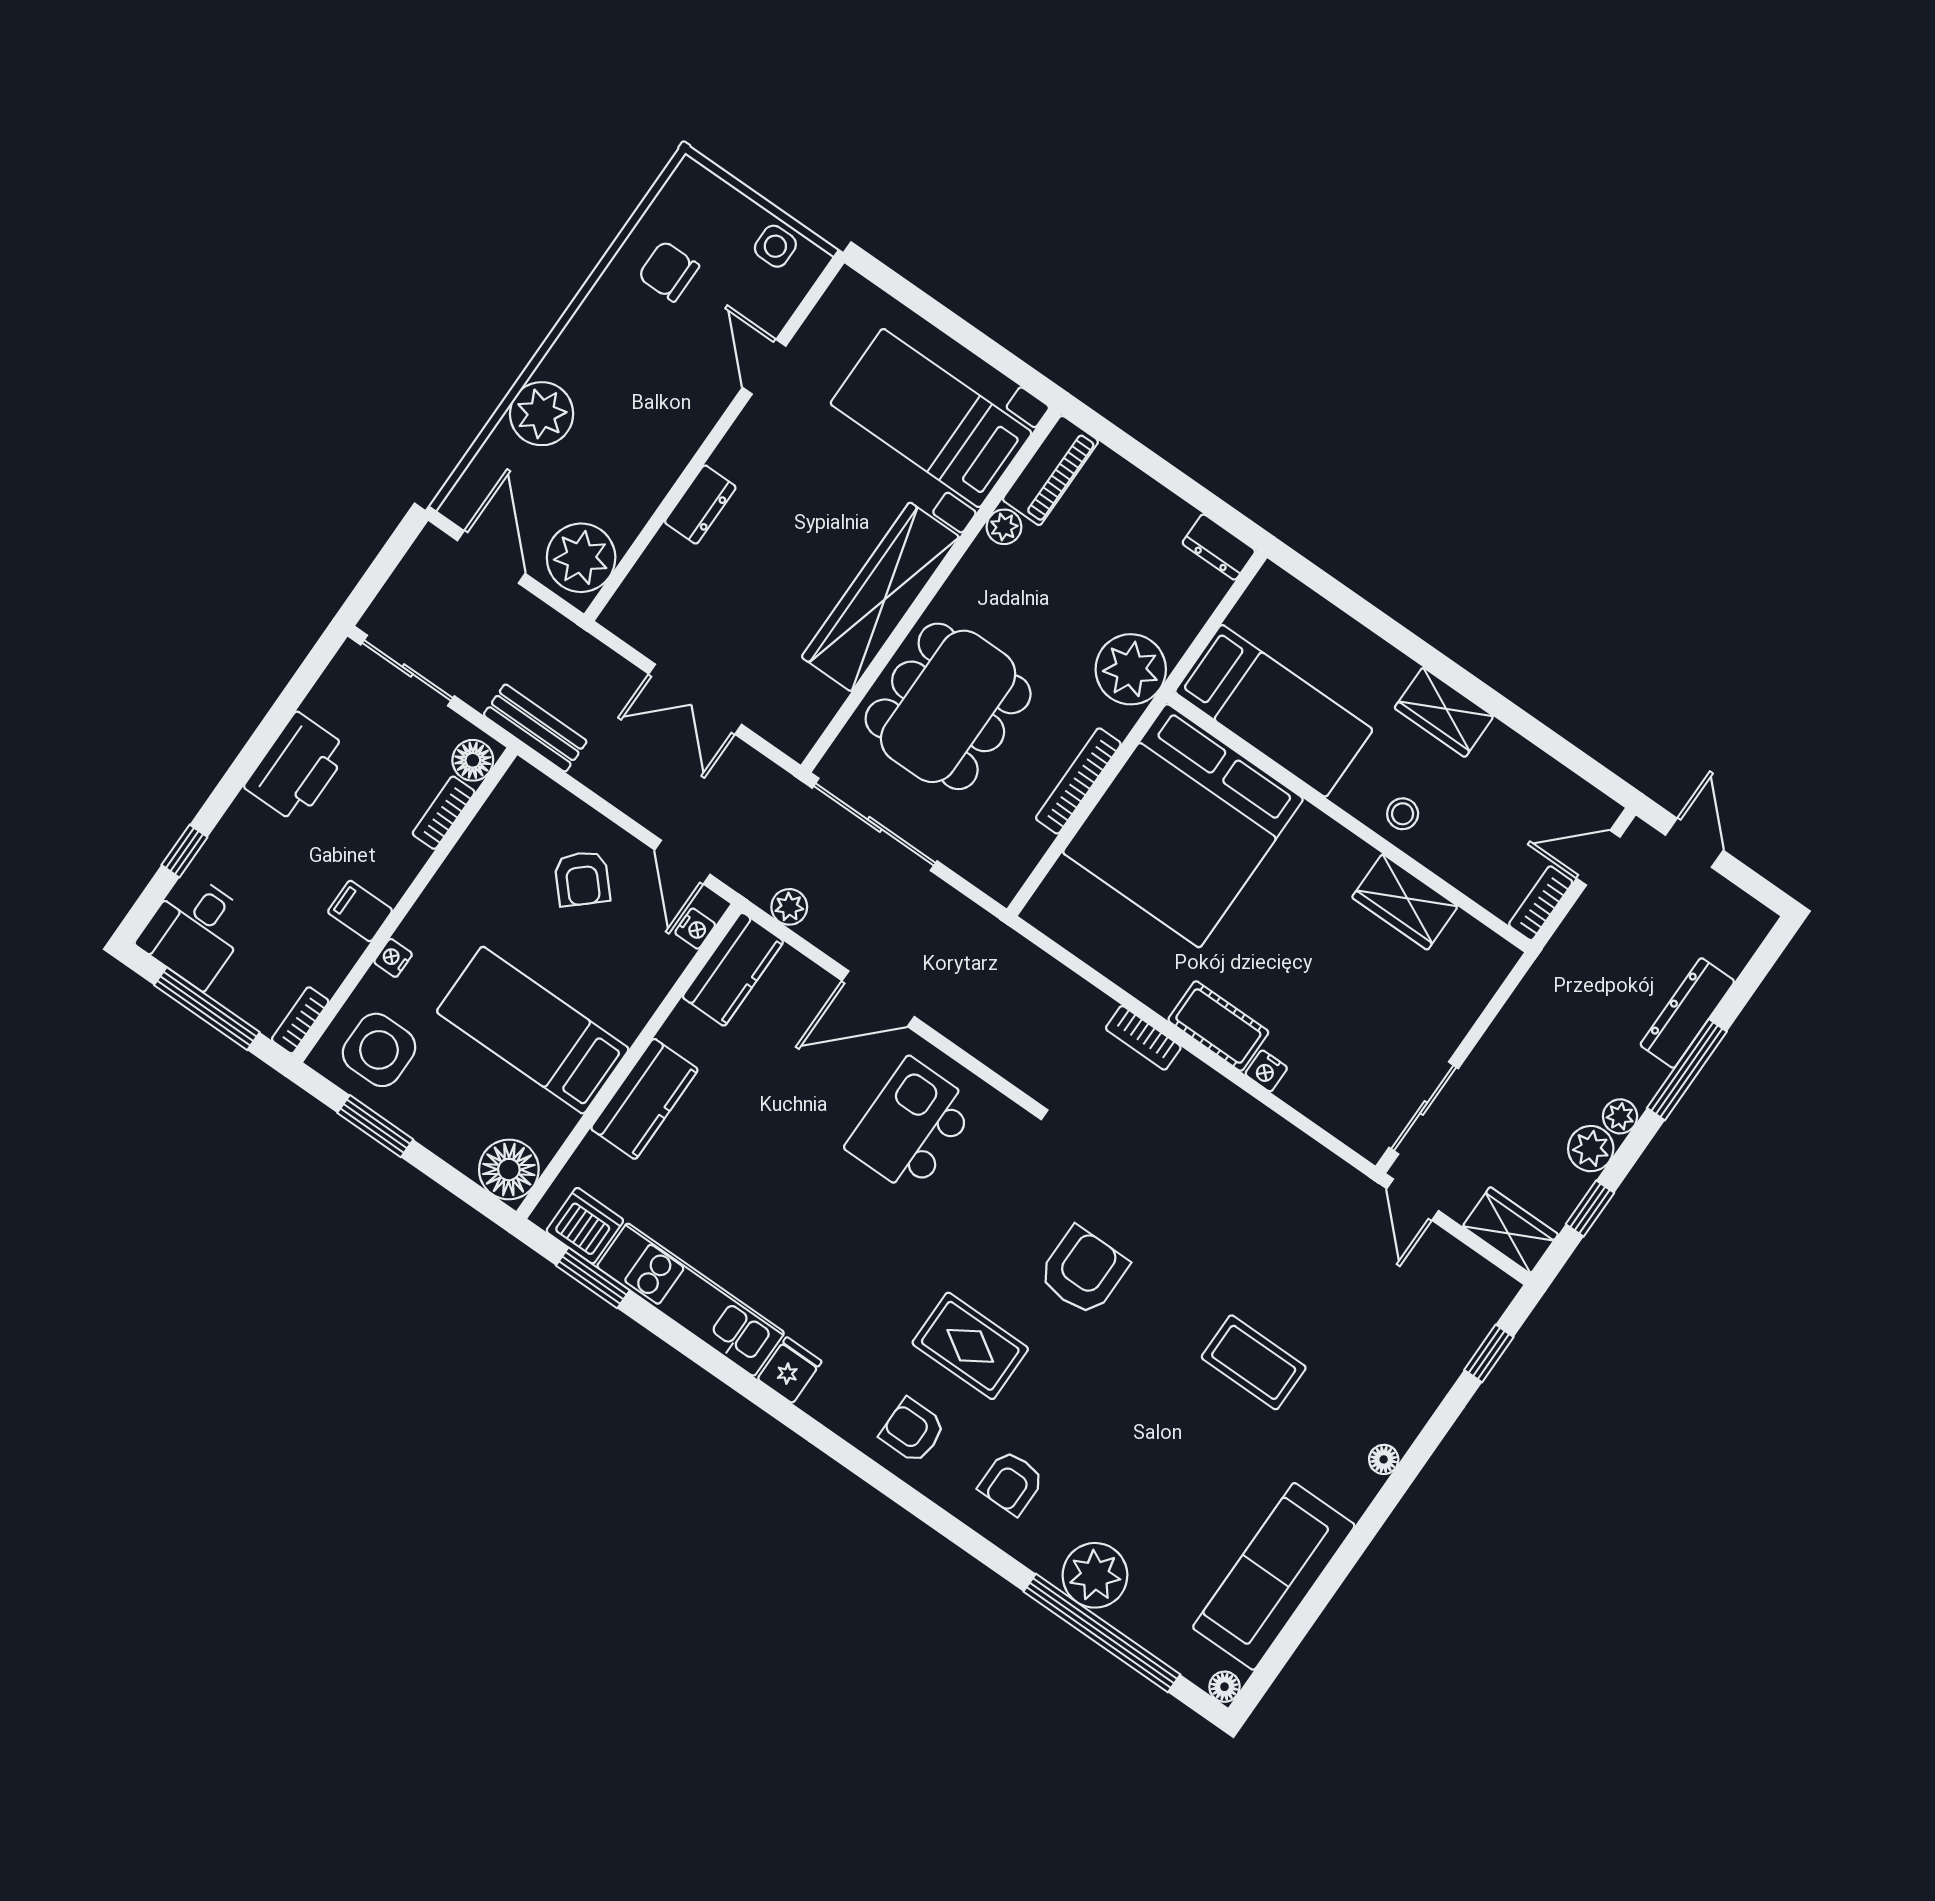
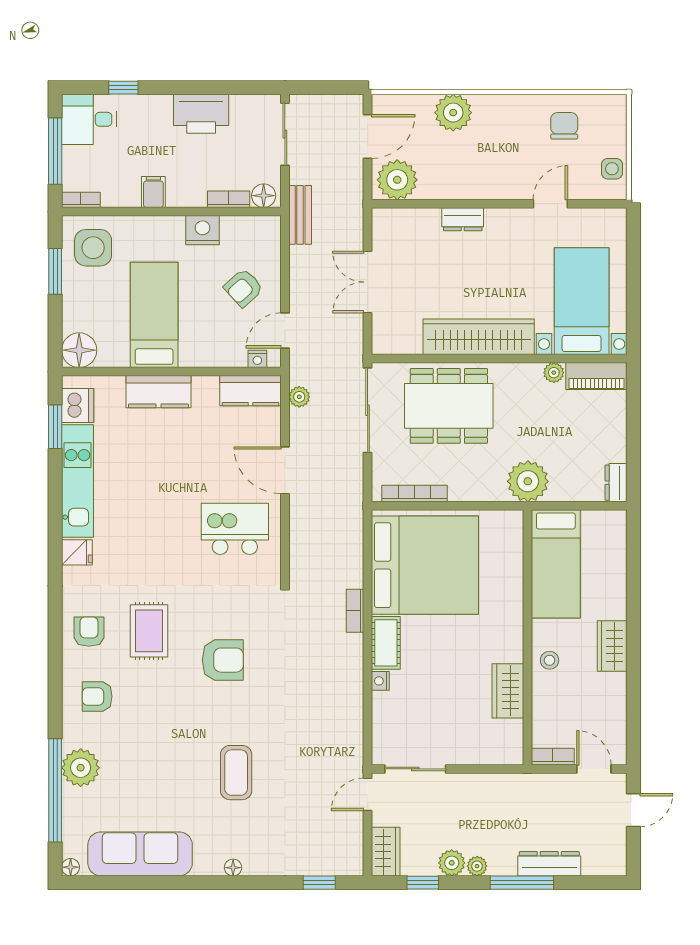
bookcase: (1078, 781) -> (415, 493), moved
bed: (1183, 826) -> (425, 565), moved, turned 180
nightstand: (393, 958) -> (203, 230), moved, width x1.89, depth x1.79

